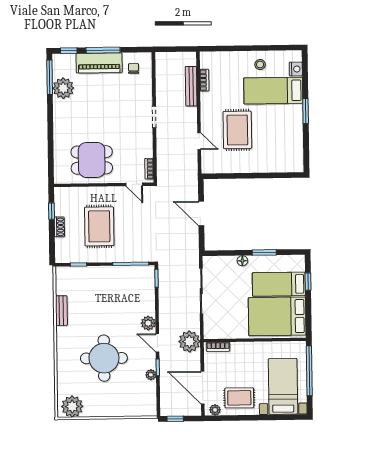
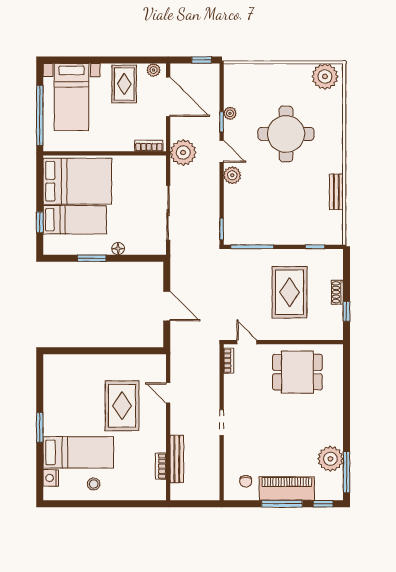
rug: (239, 398) -> (124, 84), turned 90

